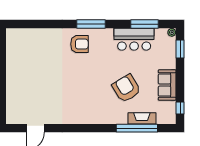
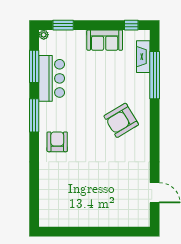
window: (91, 24) -> (34, 115), moved
armchair: (126, 88) -> (121, 120), moved
fireplace: (142, 118) -> (143, 57), moved

